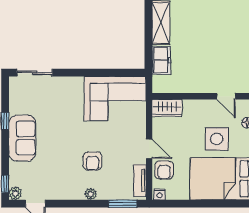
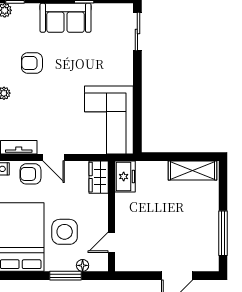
freezer: (161, 60) -> (125, 177), moved, turned -90
door: (149, 149) -> (54, 157), hinge flipped
armchair: (92, 161) -> (32, 63), moved

